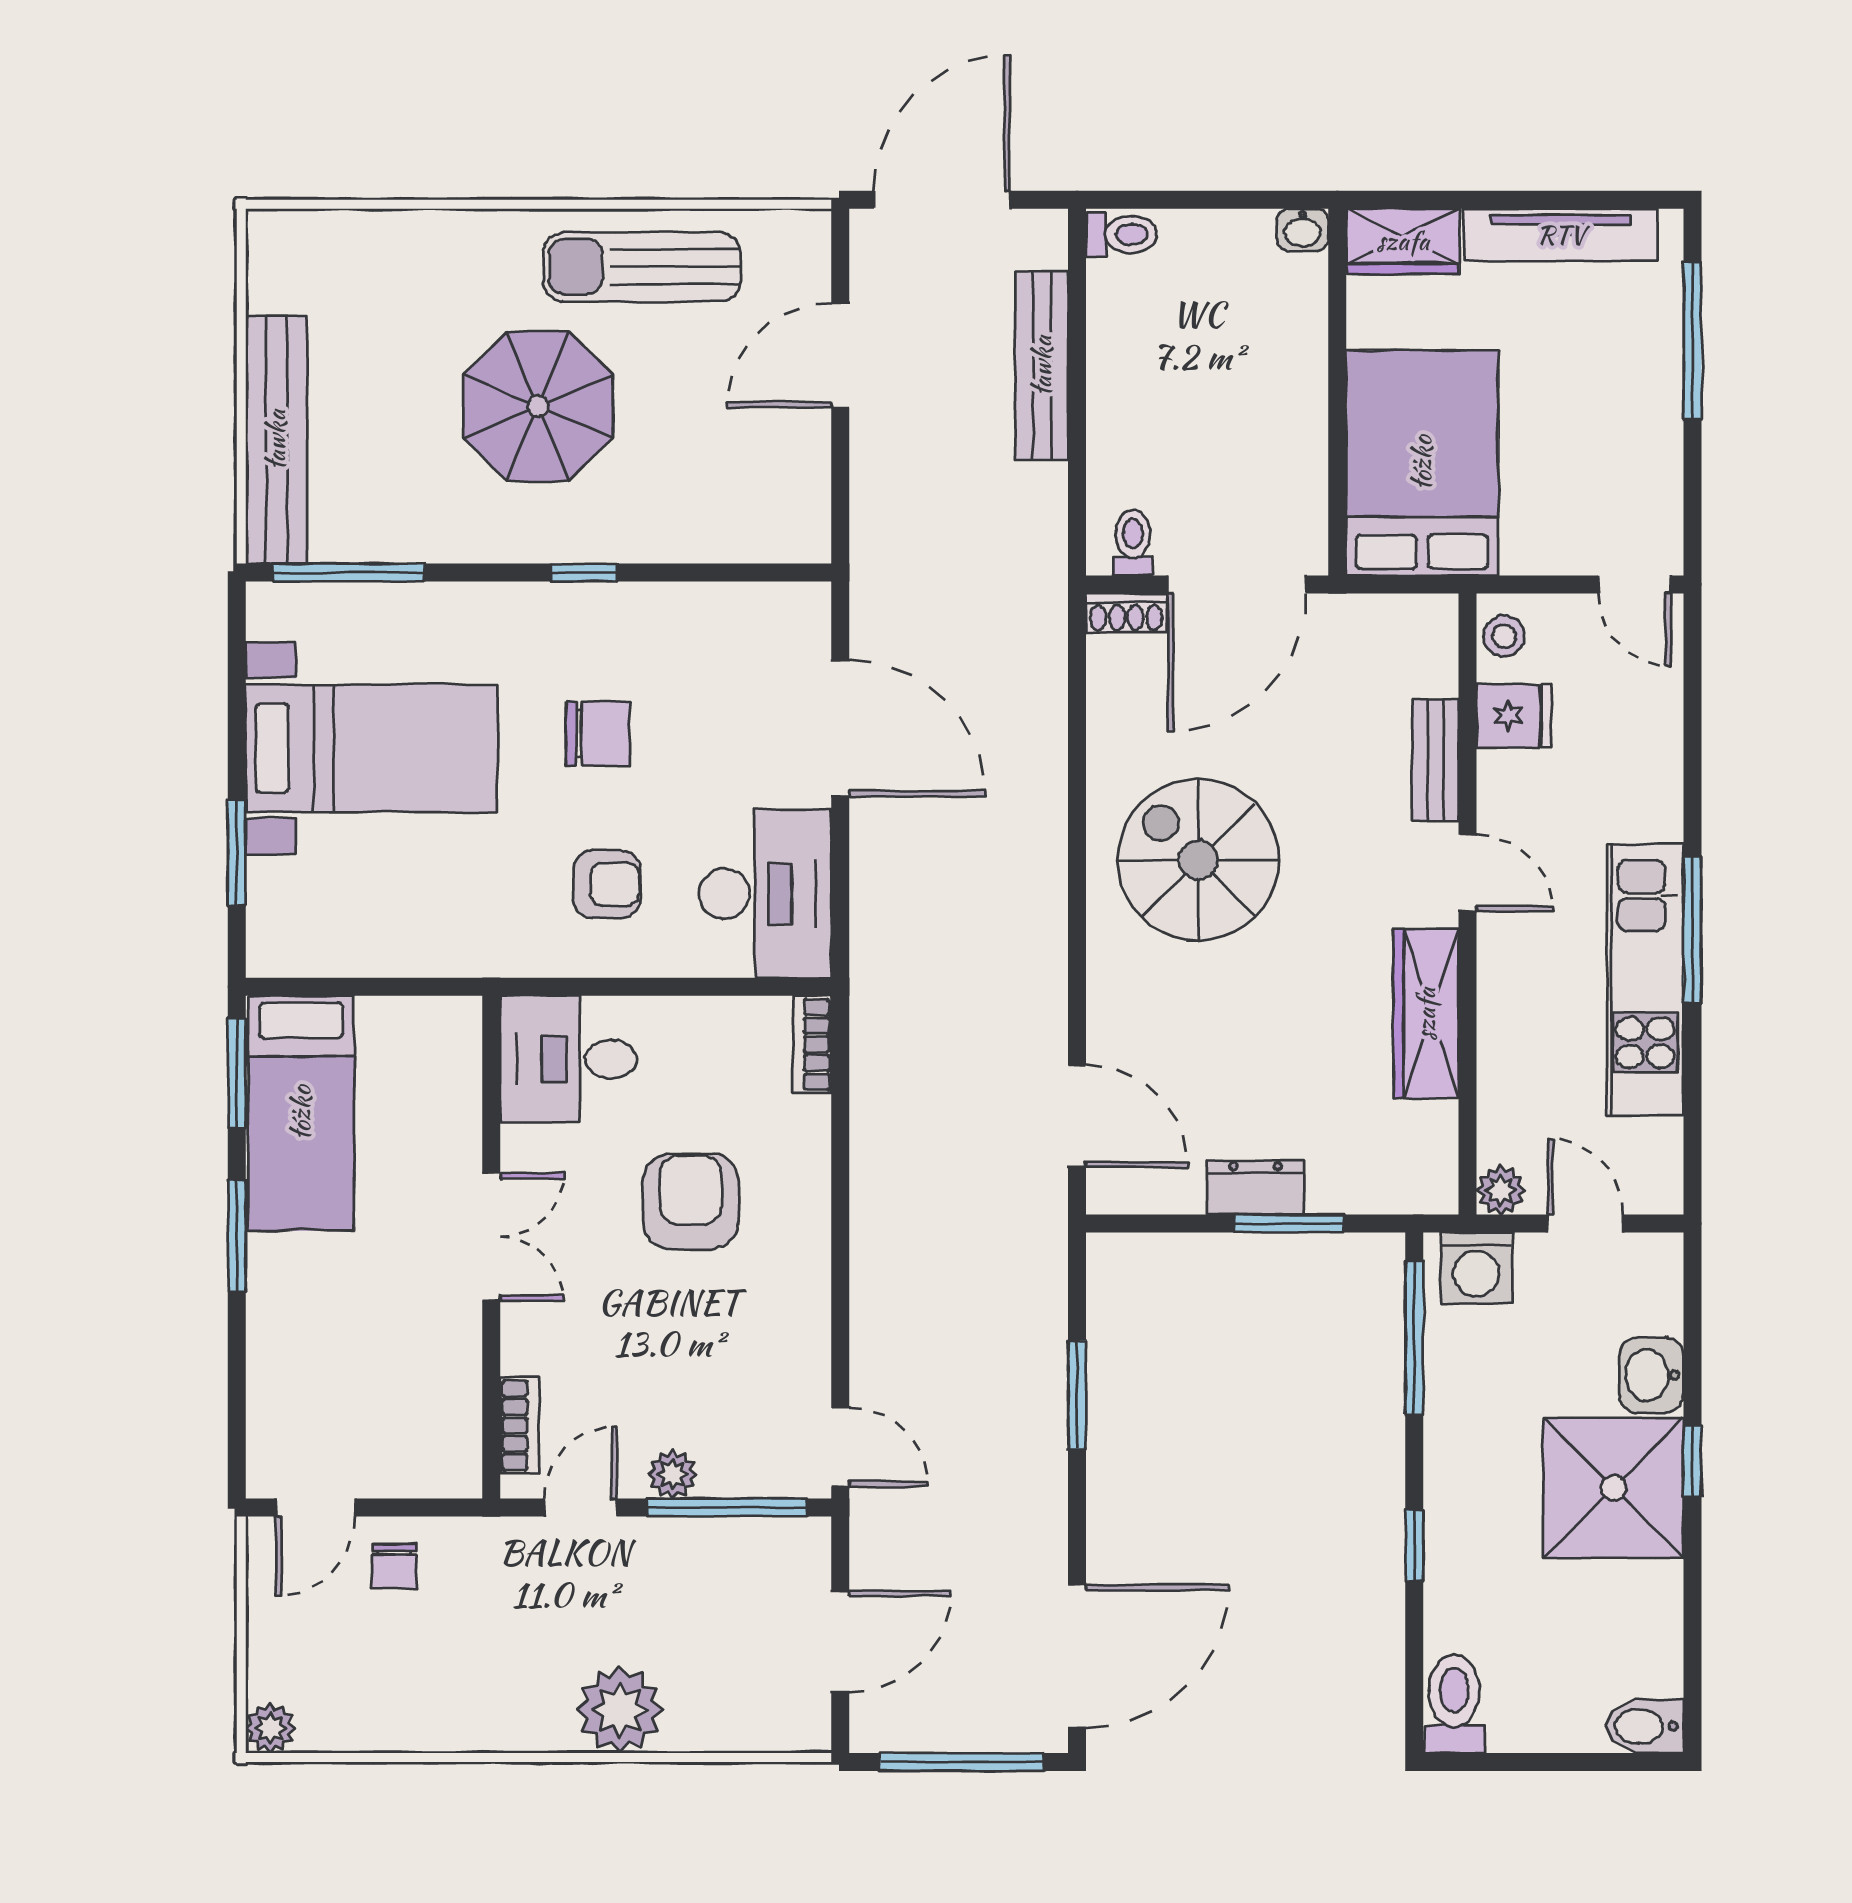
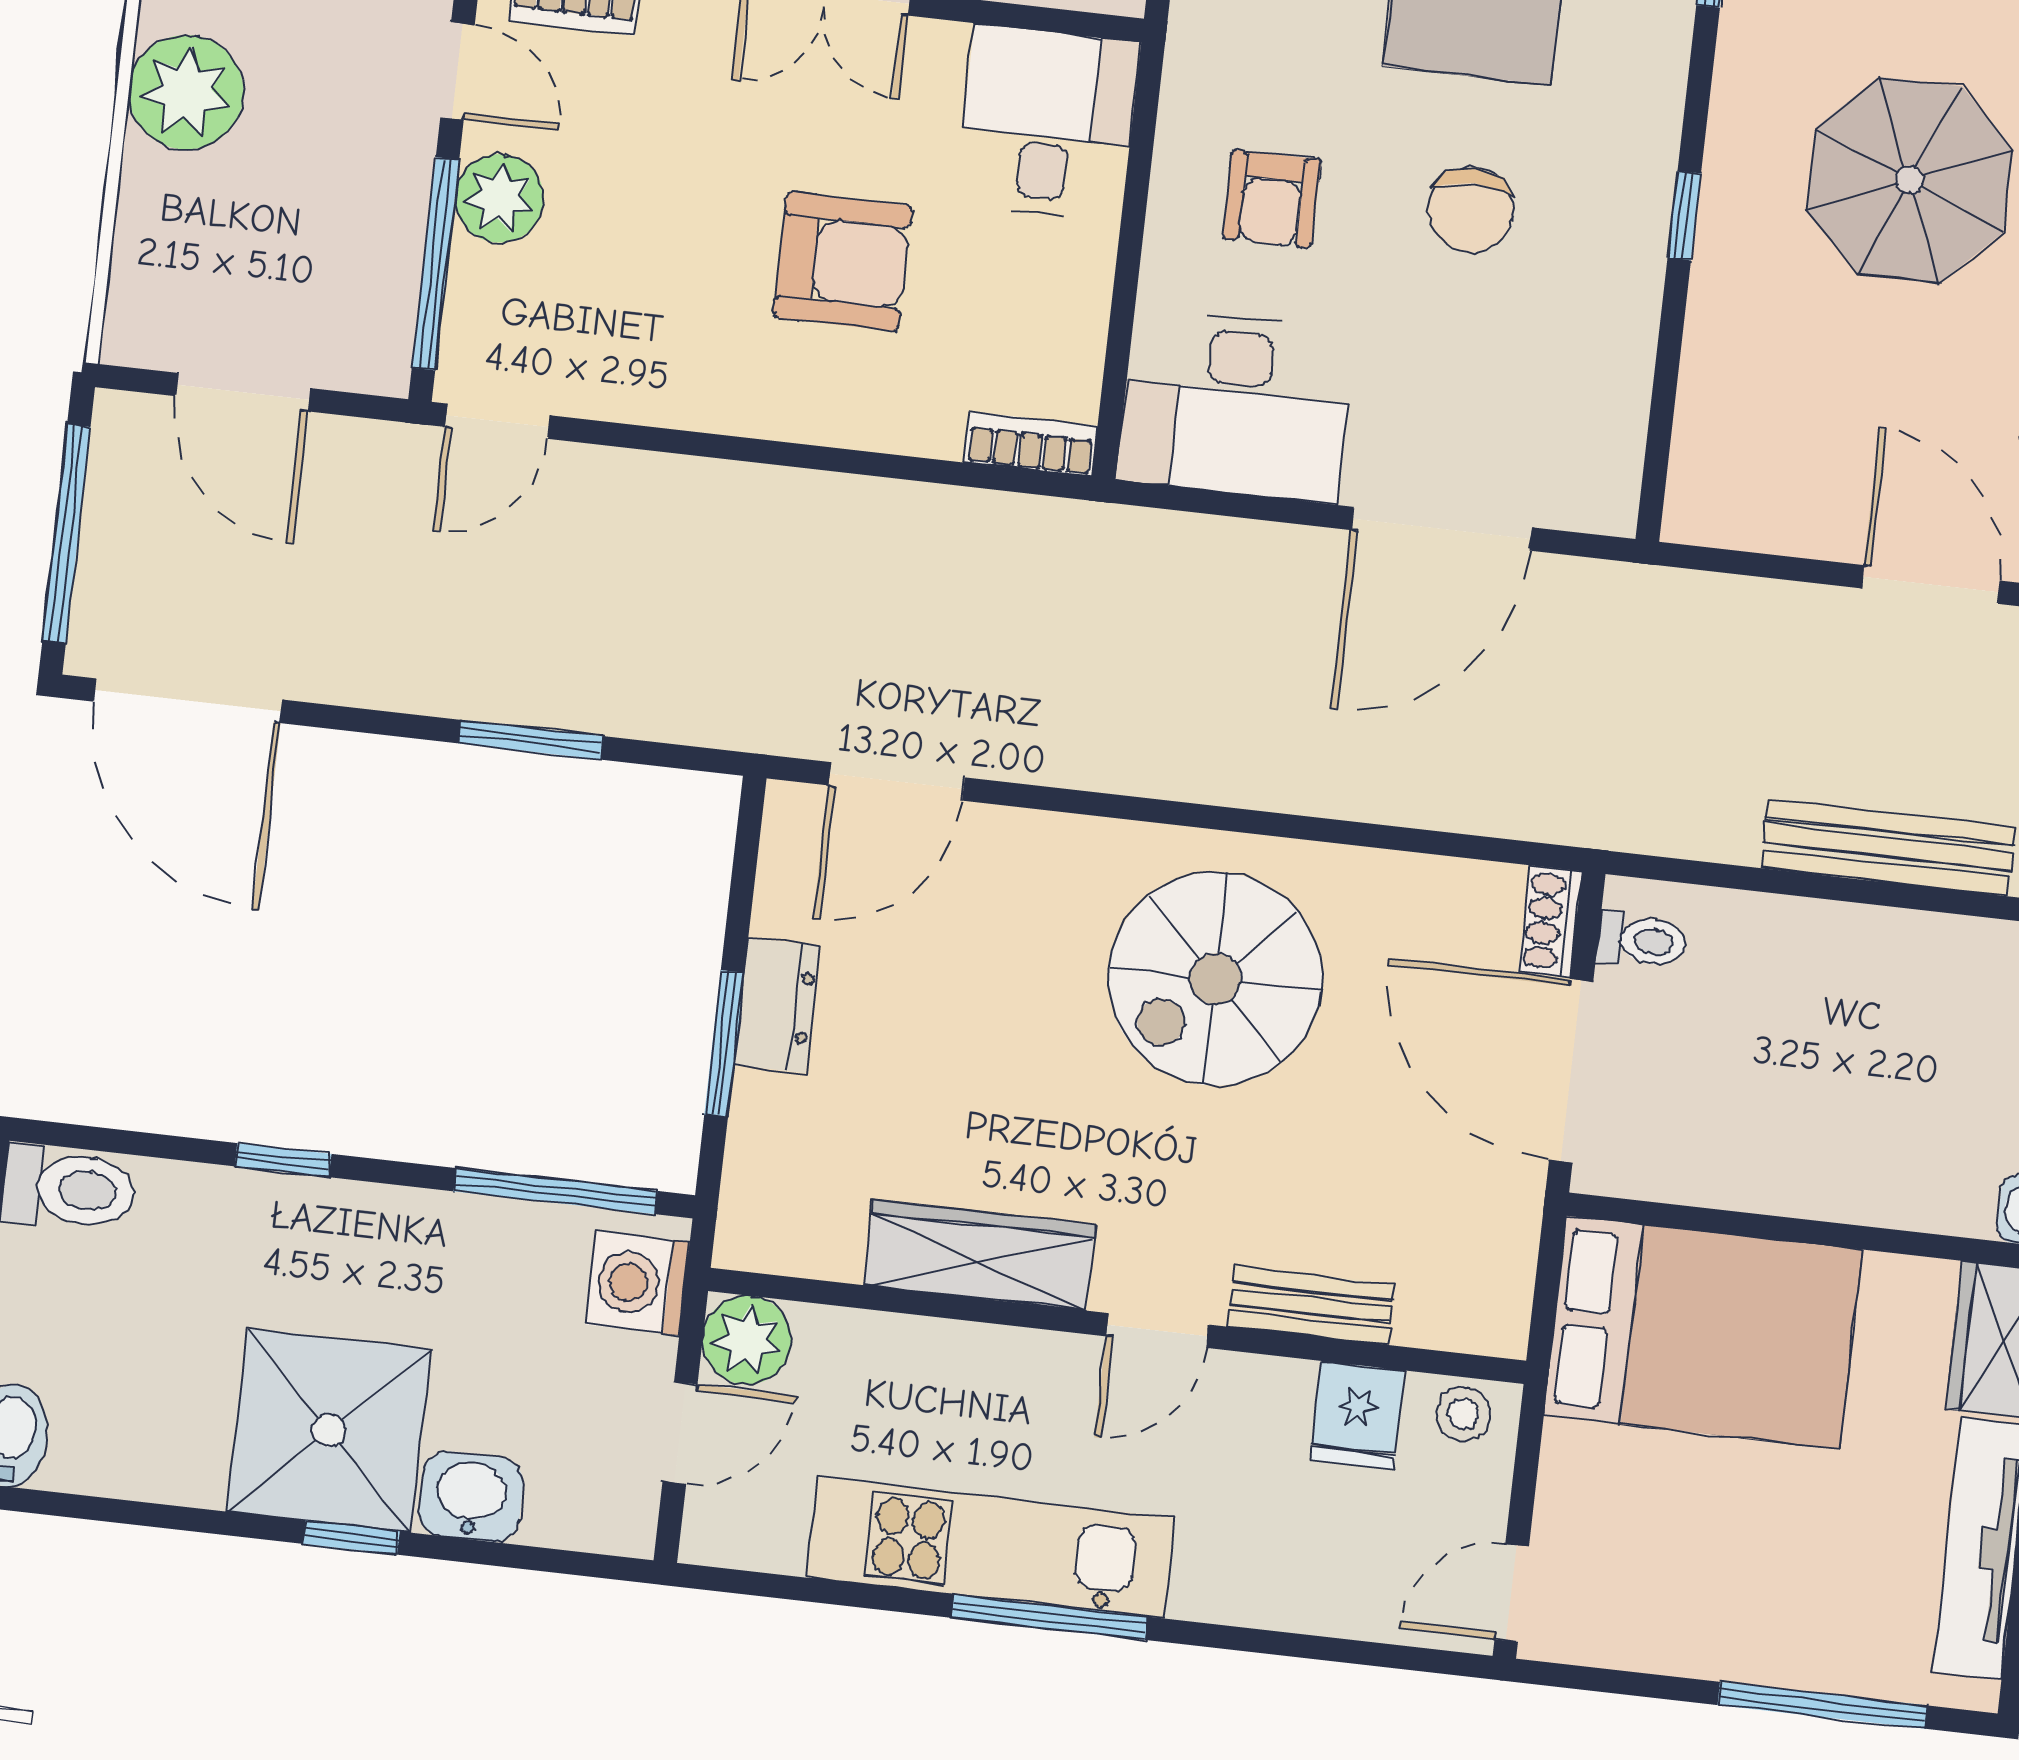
spiral stairs: (1198, 860) -> (1215, 979), turned 180
plant: (1501, 1190) -> (747, 1340), width x1.38, depth x1.38
plant: (673, 1474) -> (499, 198), width x1.38, depth x1.38

